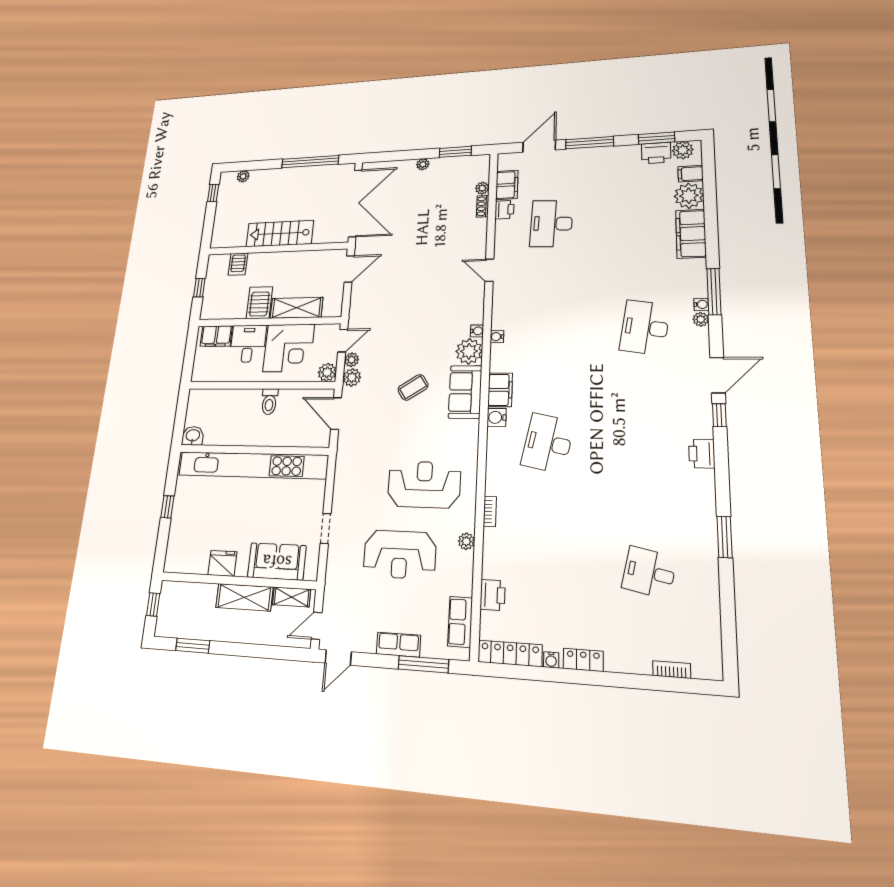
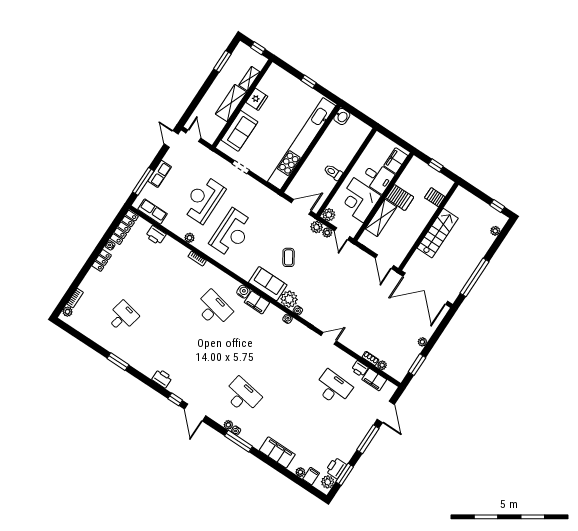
plant: (689, 196) -> (300, 472), width x0.53, depth x0.53
shelving: (292, 597) -> (249, 79), moved
plant: (702, 670) -> (68, 312), added

